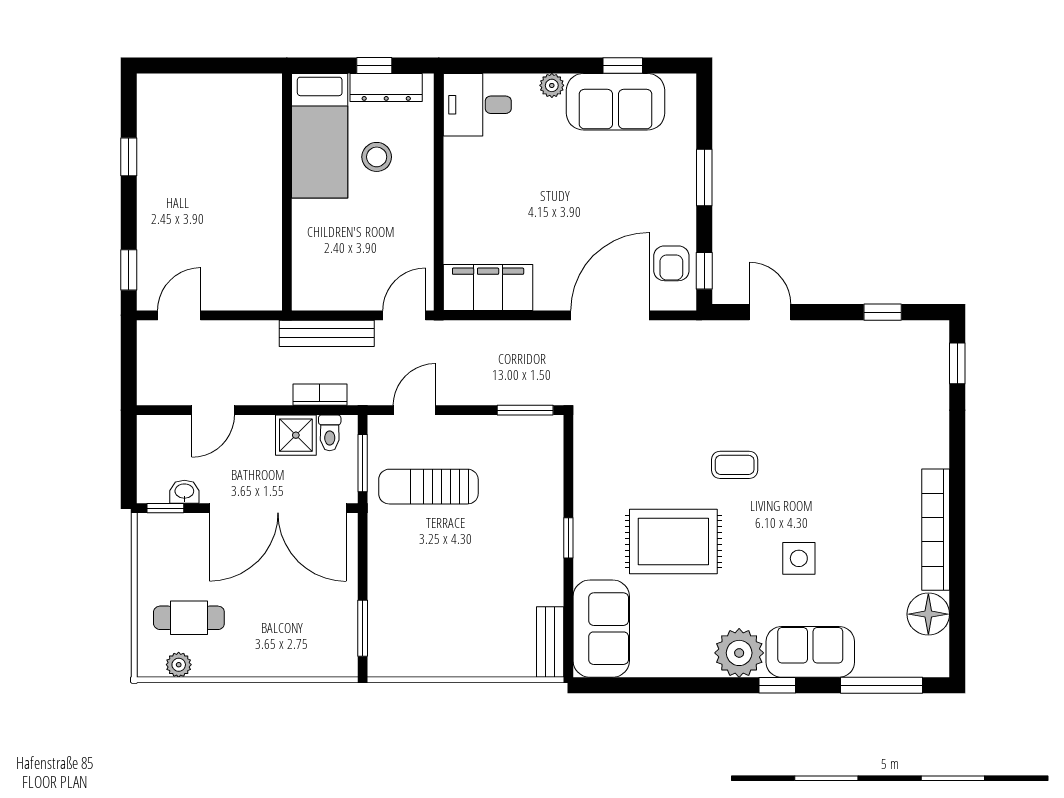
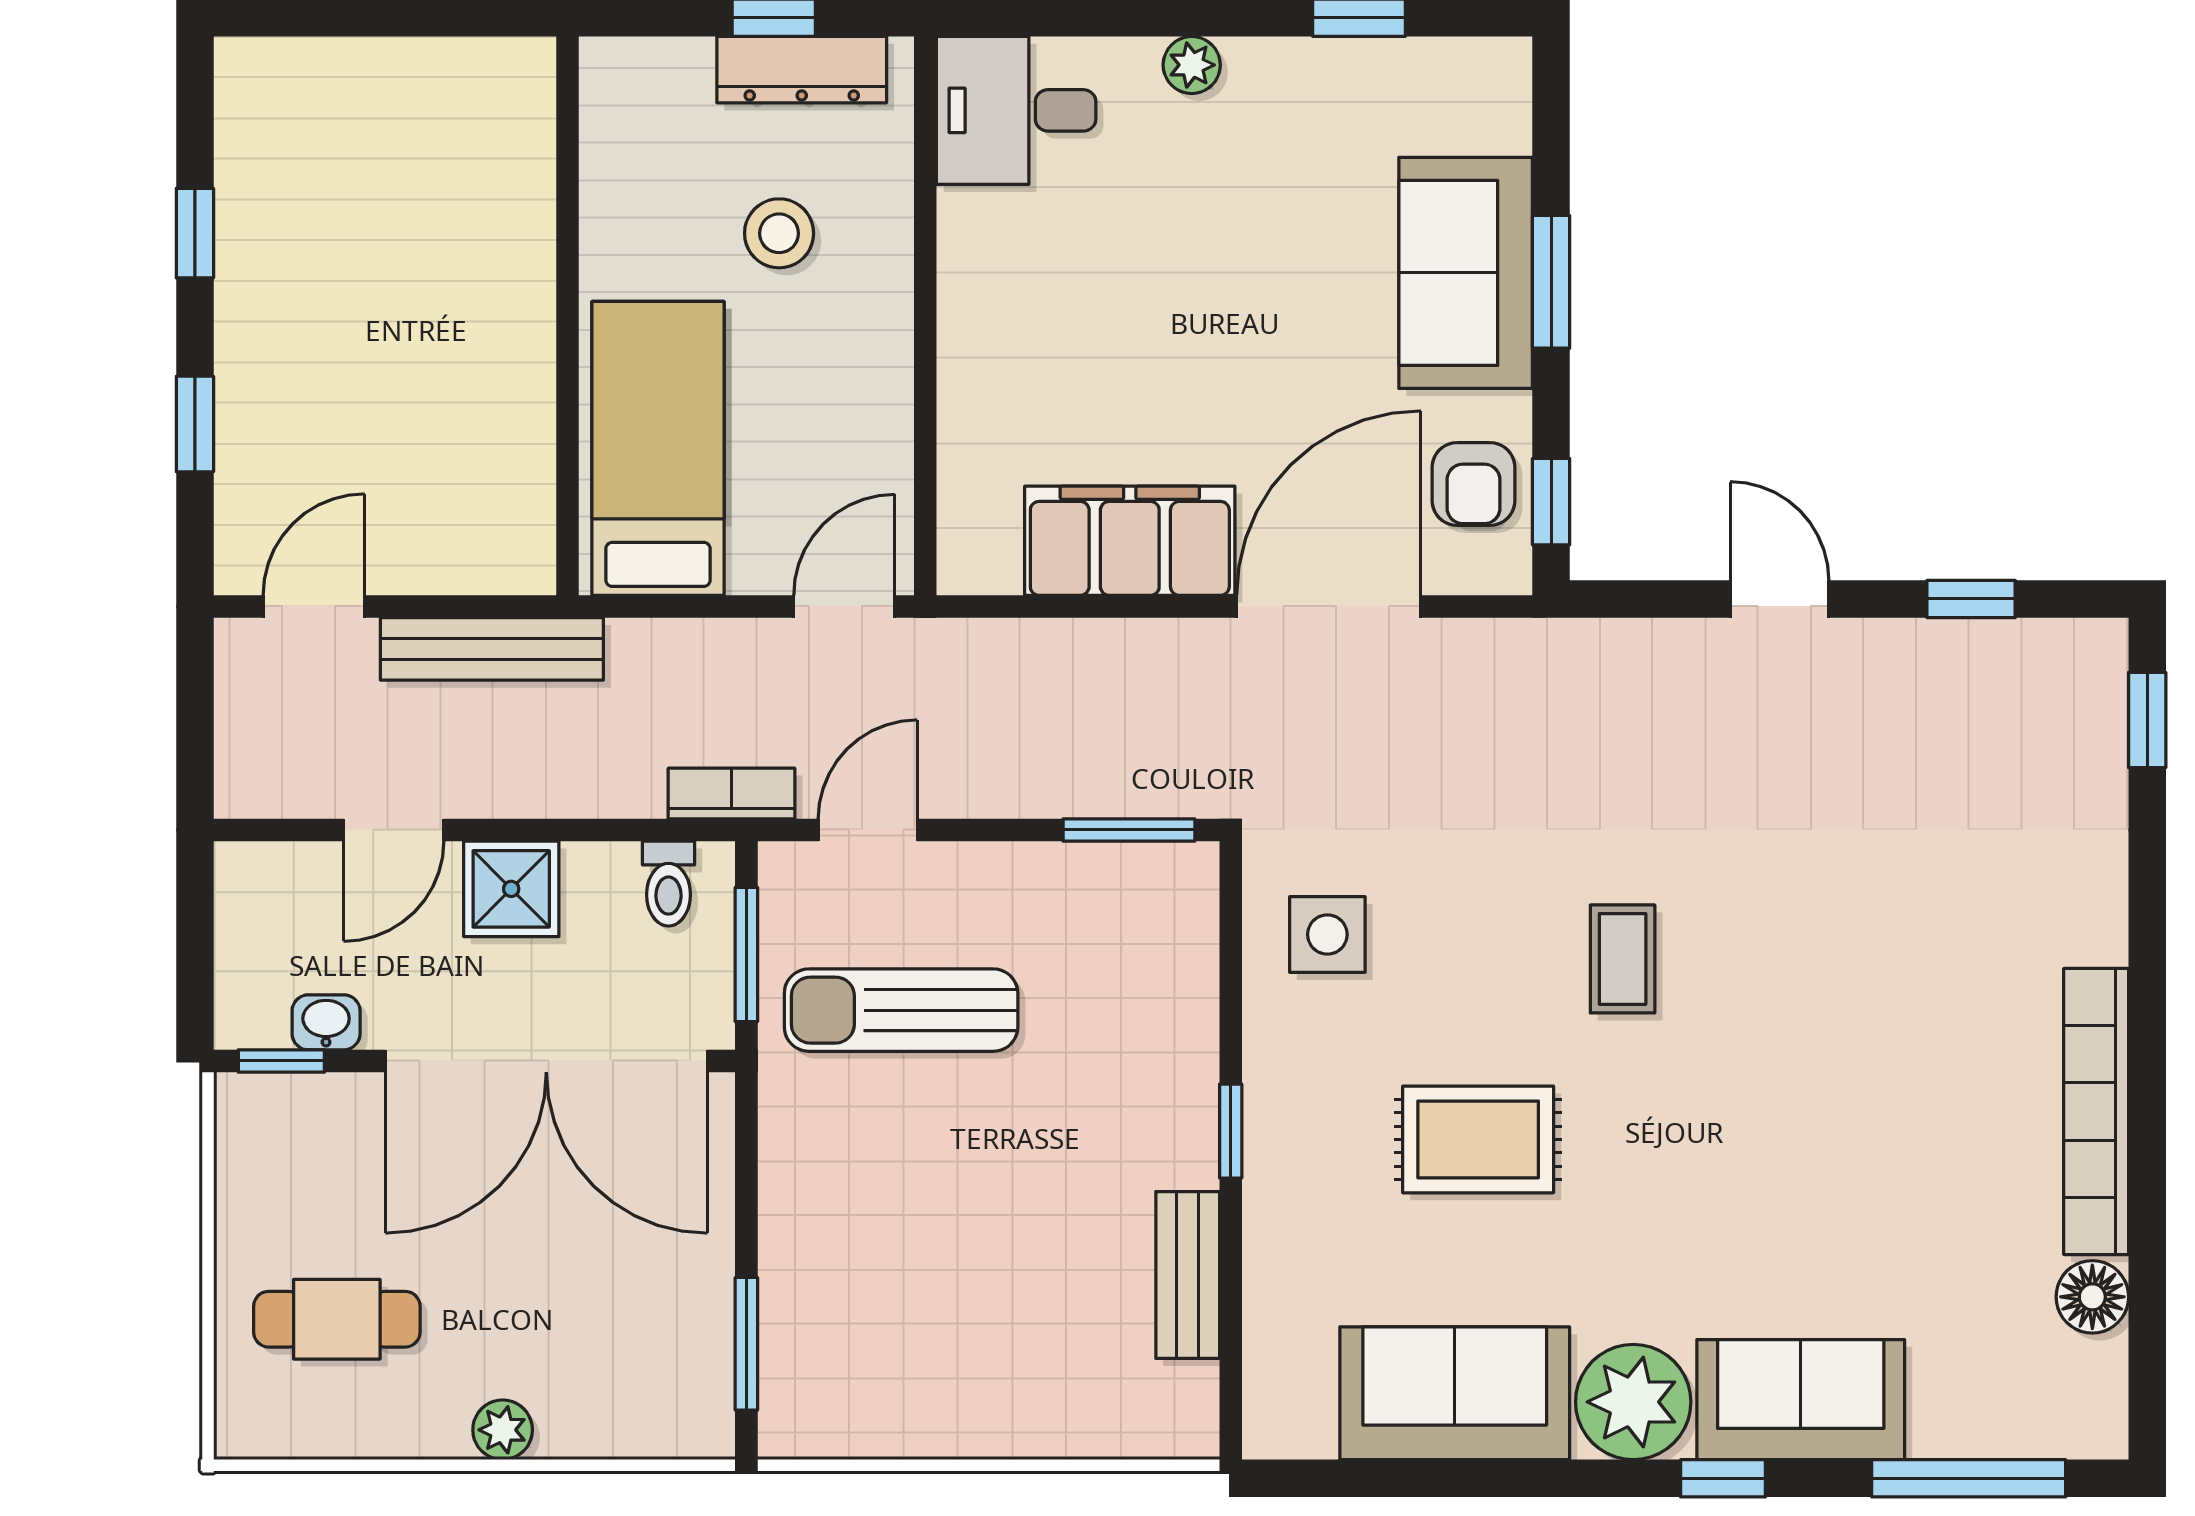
sofa: (615, 102) -> (1466, 273), moved, turned 90
bed: (320, 136) -> (658, 448), moved, turned 180
window: (129, 270) -> (195, 424), moved
filing cabinet: (488, 287) -> (1130, 541), moved
door: (770, 312) -> (1779, 599), moved
bench: (327, 333) -> (492, 649), moved
bookcase: (320, 395) -> (731, 793), moved
shower: (296, 435) -> (511, 889), moved
coffee table: (735, 465) -> (1623, 959), turned 90
rug: (673, 541) -> (1478, 1139), width x0.73, depth x0.70
side table: (799, 558) -> (1327, 934), moved
floor lamp: (928, 614) -> (2092, 1297), width x0.73, depth x0.73
sofa: (601, 629) -> (1455, 1393), moved, turned -90
bench: (550, 642) -> (1188, 1275), moved
plant: (179, 665) -> (503, 1430), moved

